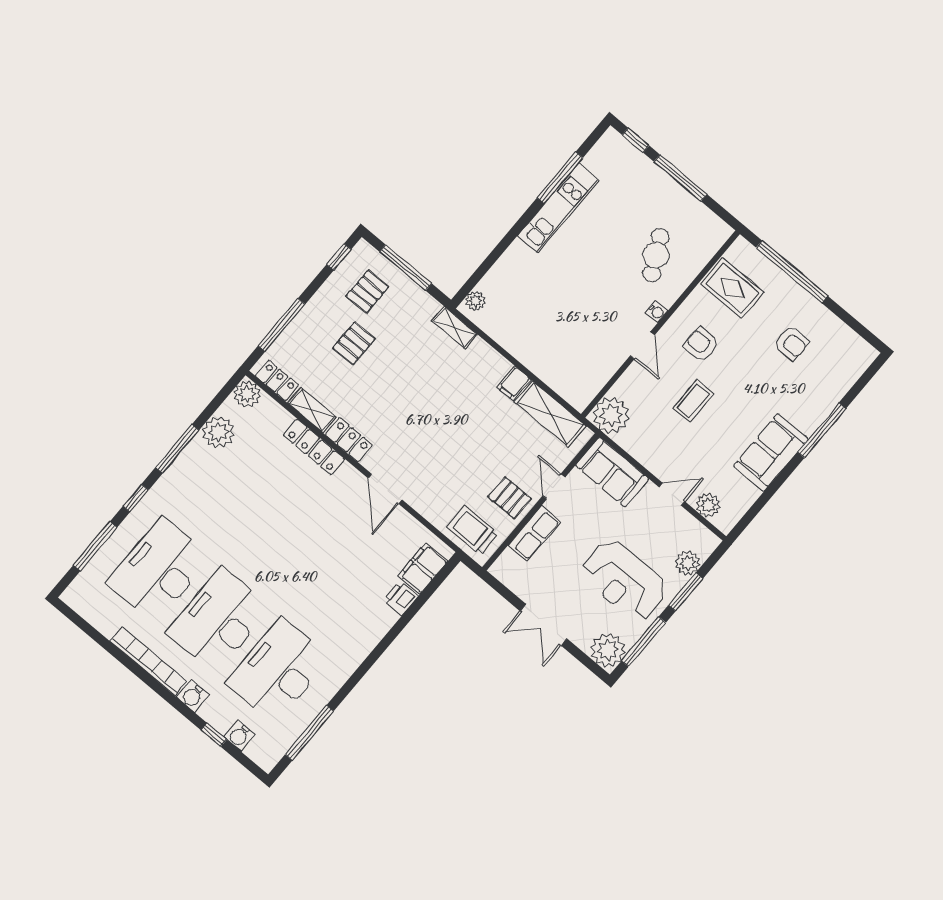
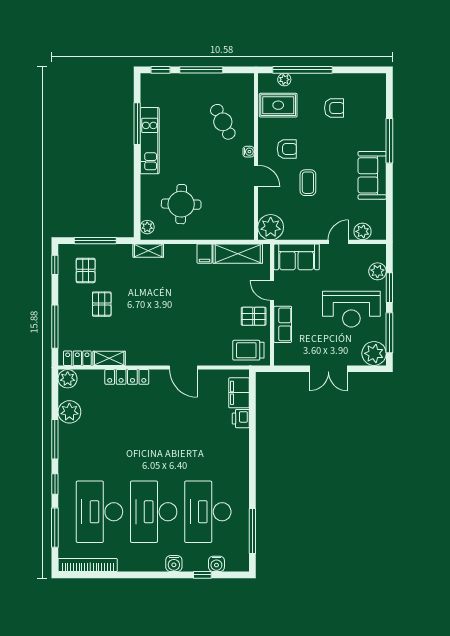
plant: (763, 266) -> (284, 80), added
round table: (534, 307) -> (181, 204), added
armchair: (701, 344) -> (287, 149), turned 180
locker: (349, 440) -> (142, 358), removed
bookcase: (149, 661) -> (88, 565), moved

